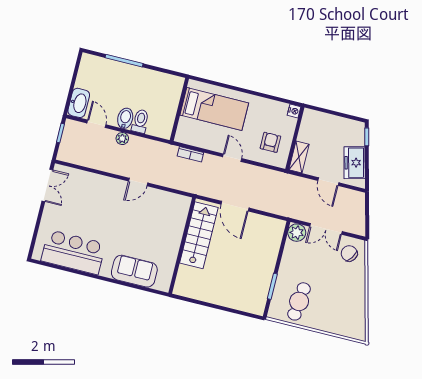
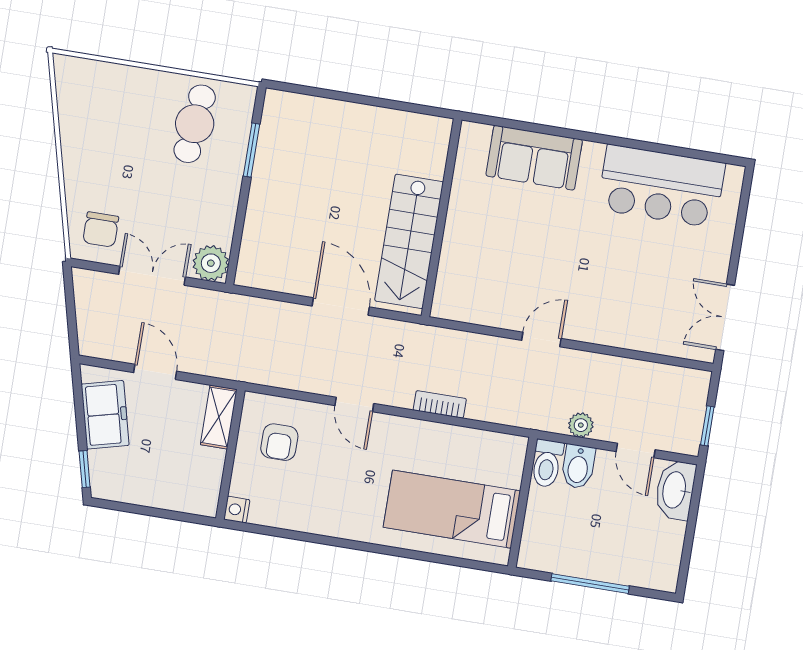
wall: (179, 109) -> (523, 502), moved
bed: (214, 109) -> (452, 509), moved
chair: (349, 253) -> (101, 230), turned 56

